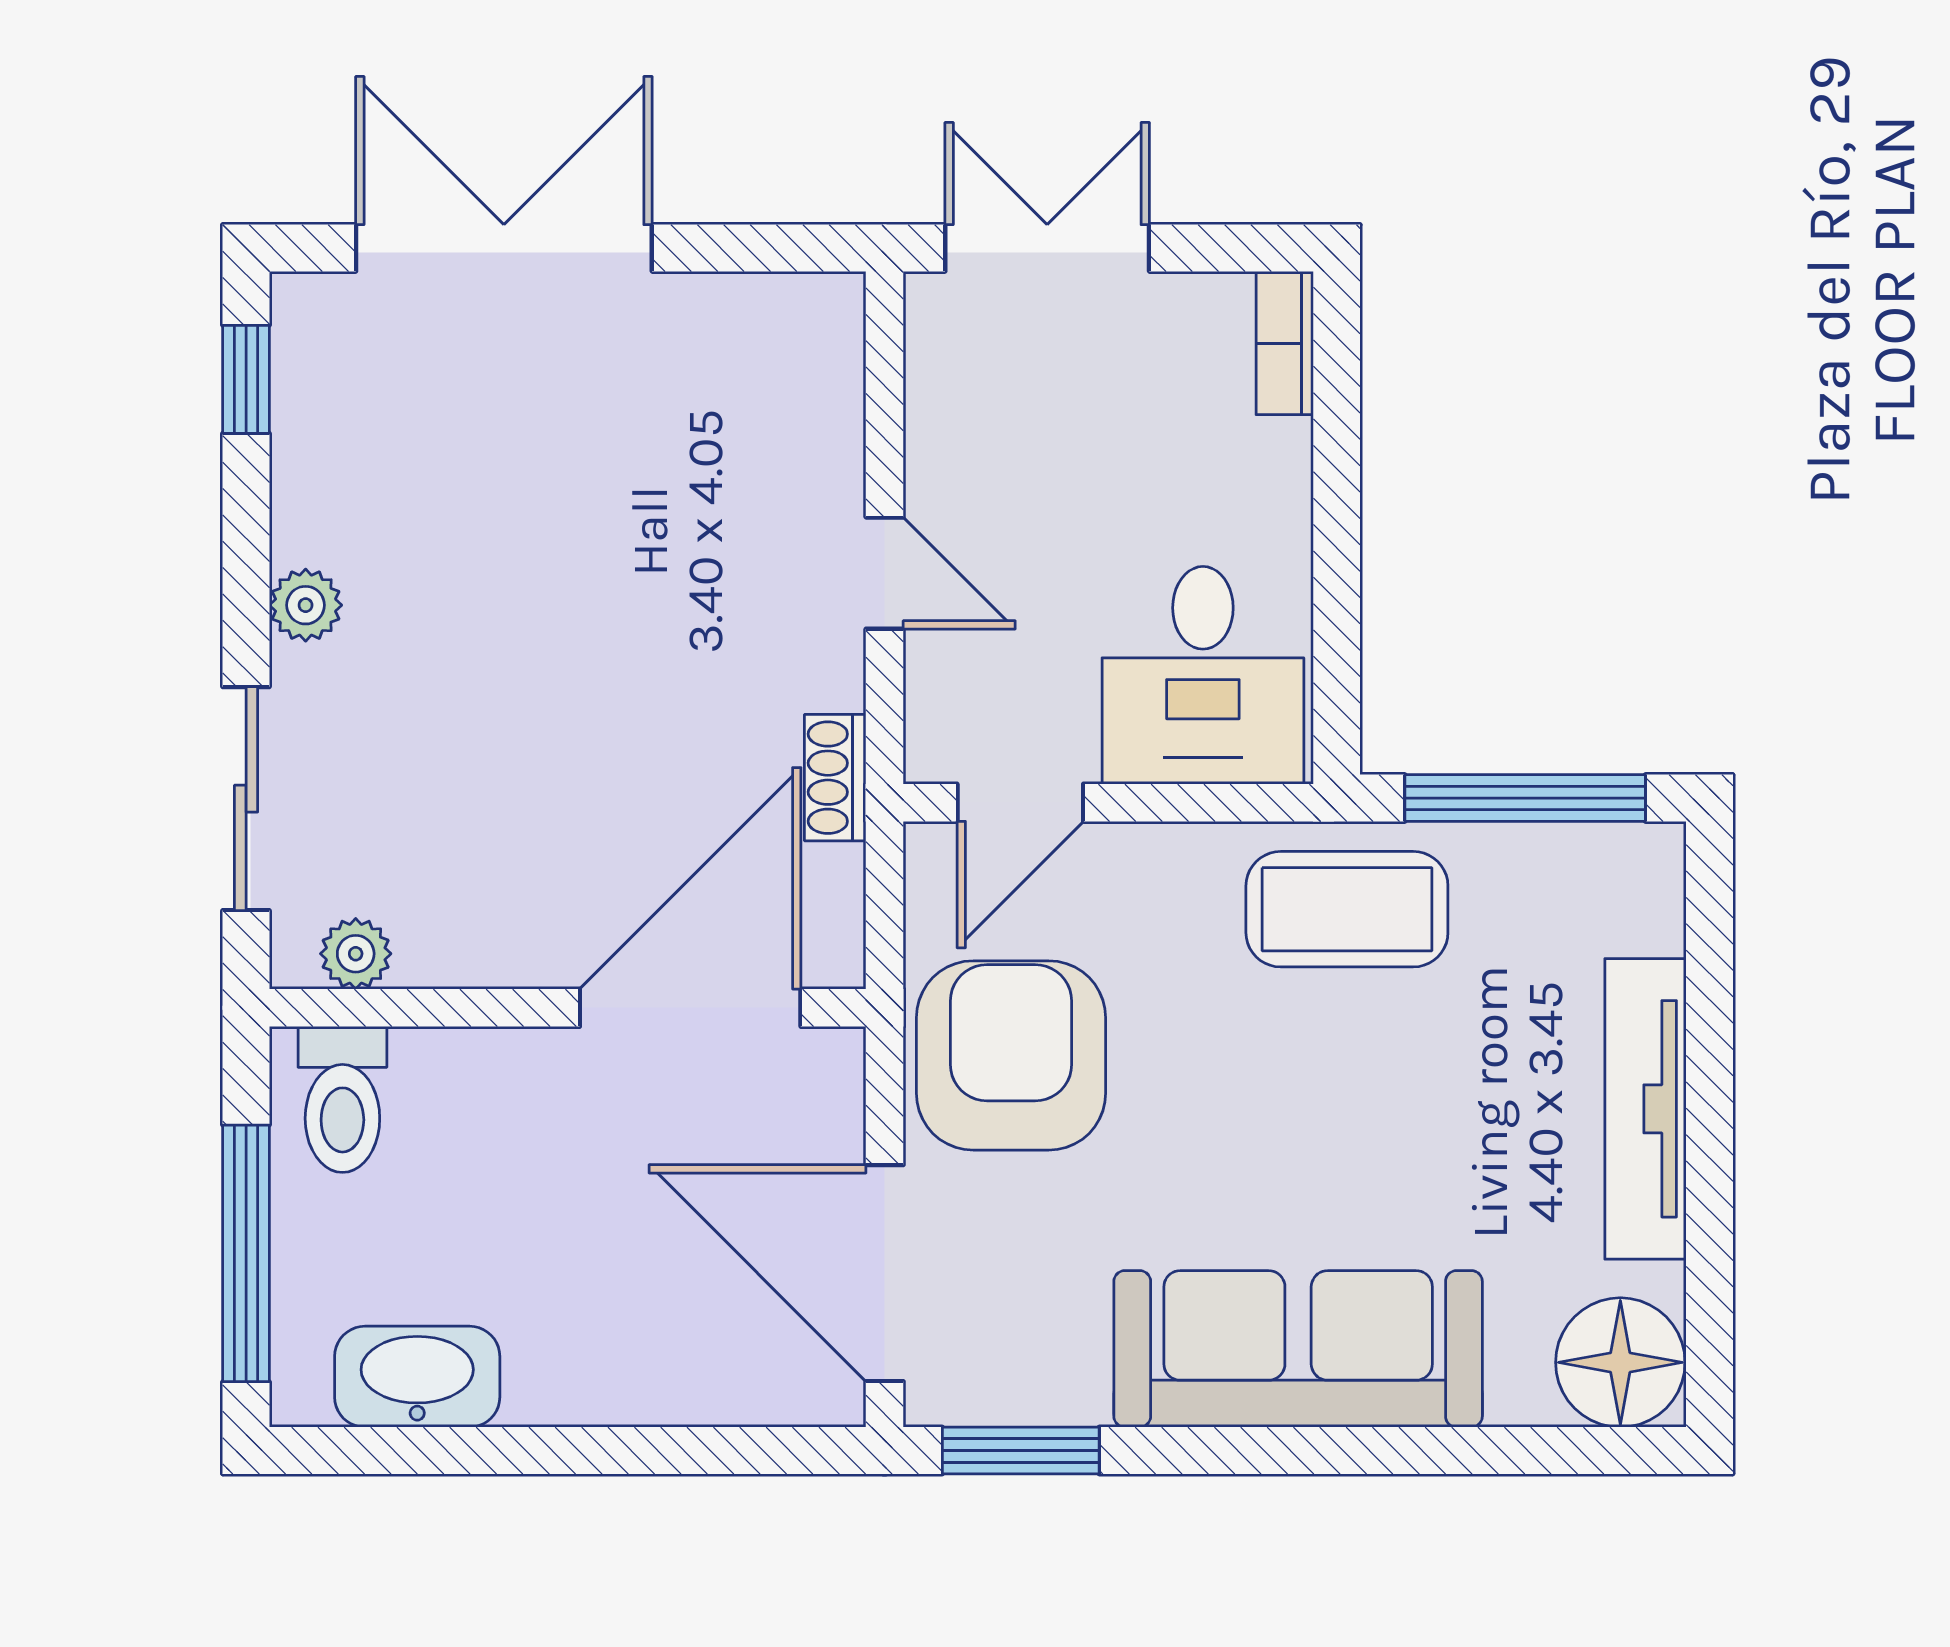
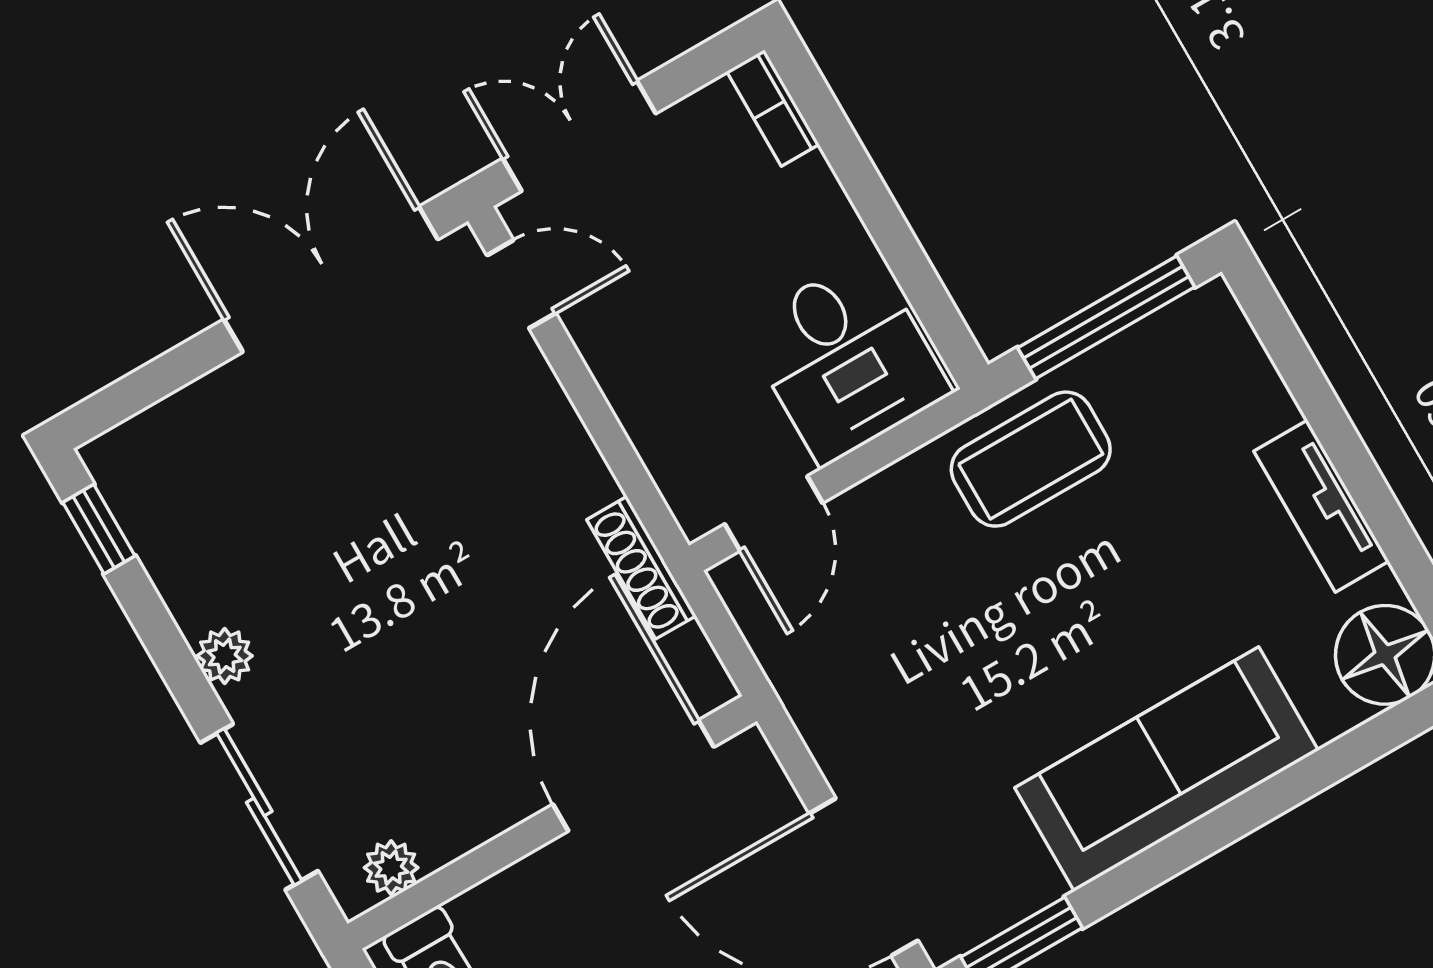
double door: (504, 248) -> (331, 279), moved
door: (885, 573) -> (521, 284), moved
shoe rack: (835, 778) -> (641, 568), width x1.43
armchair: (1011, 1055) -> (864, 684), removed
tv unit: (1645, 1109) -> (1321, 506), width x0.71

